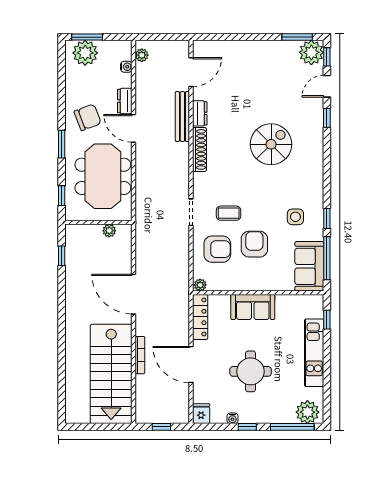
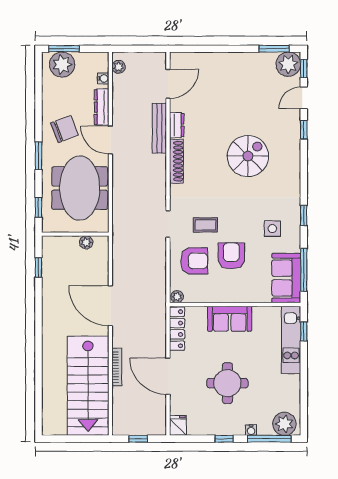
dresser: (125, 101) -> (102, 107), width x1.44
window: (327, 219) -> (304, 215), moved
kitchen unit: (314, 353) -> (291, 340), moved
water cooler: (232, 418) -> (251, 430), moved

